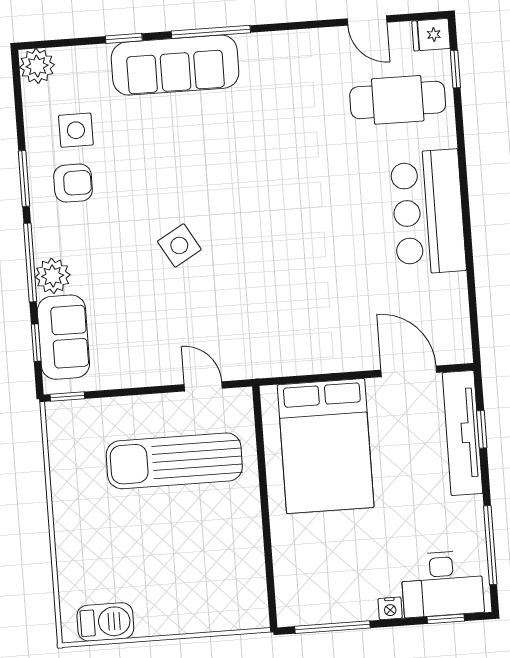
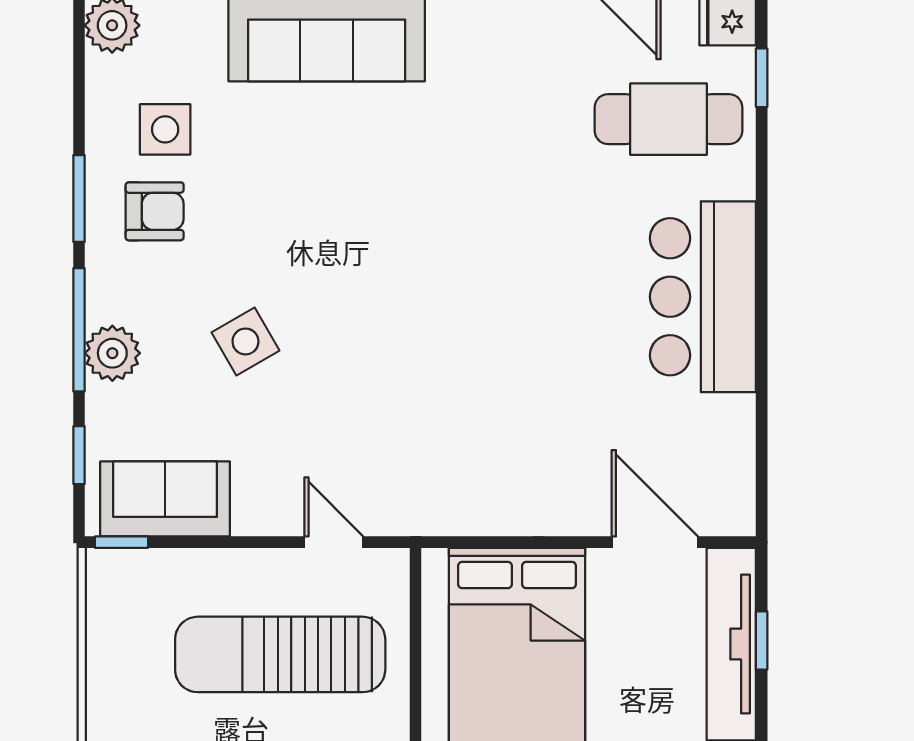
side table: (179, 245) -> (245, 341), moved
sofa: (63, 337) -> (165, 499), moved, turned -90

